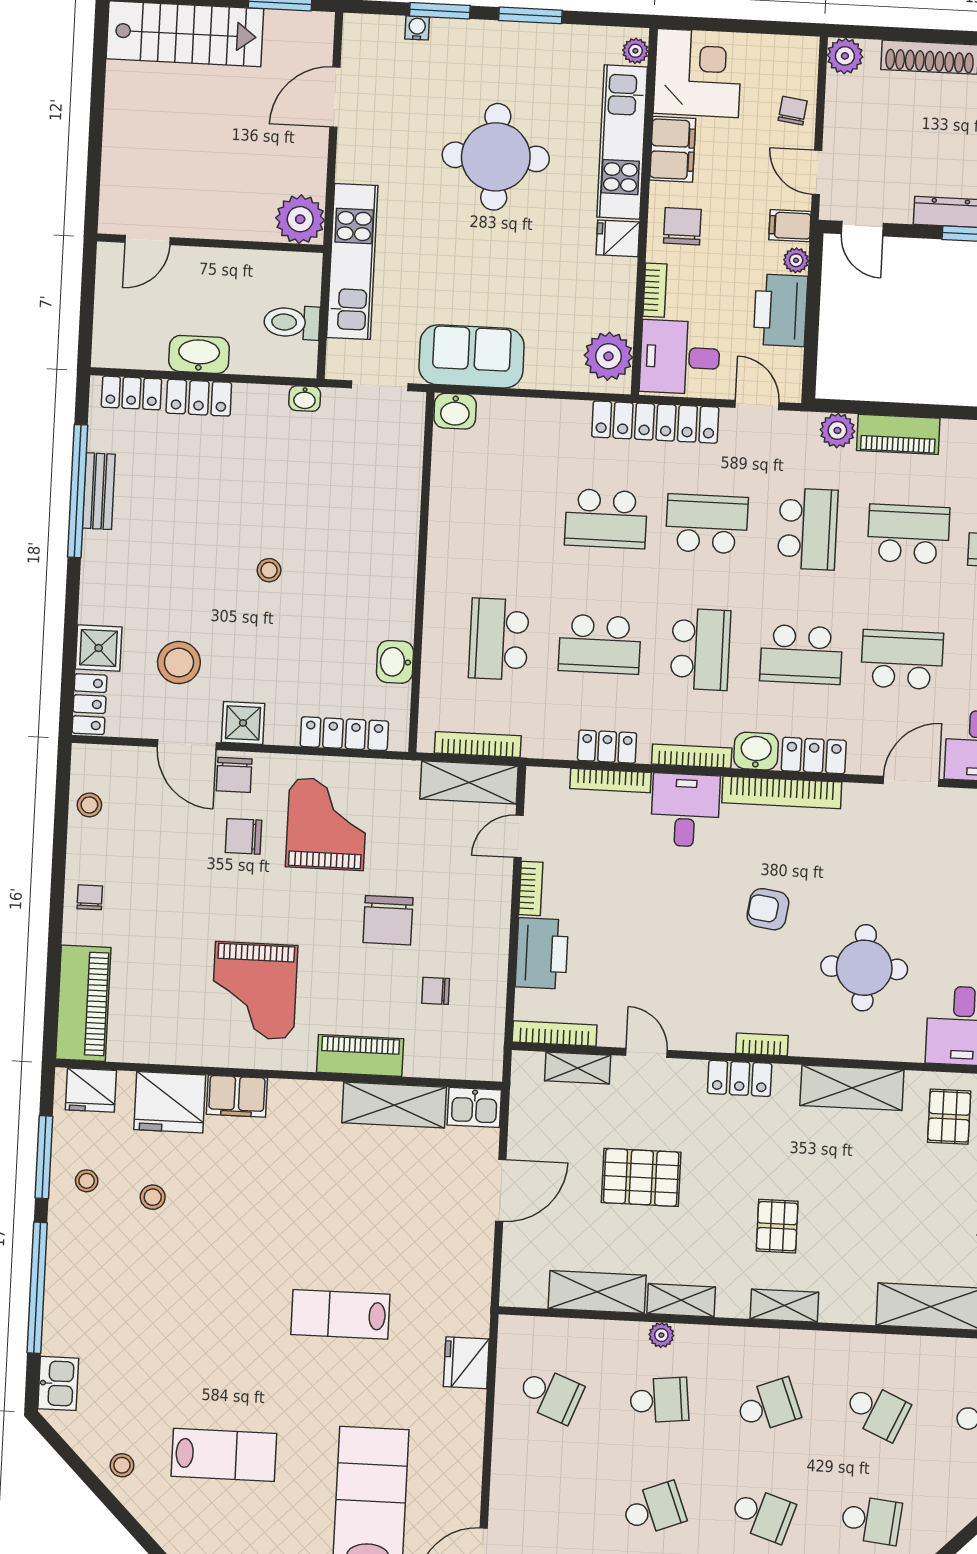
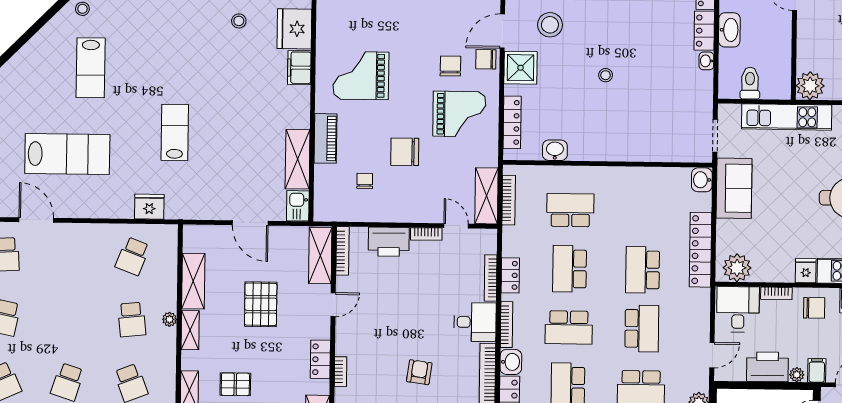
washbasin: (305, 399) -> (706, 61), moved
locker: (655, 422) -> (700, 250), moved
shower: (243, 723) -> (521, 68), width x1.36, depth x1.36
shelving: (578, 1068) -> (320, 256), width x1.50, depth x1.33
school desk: (654, 1509) -> (68, 319), removed

